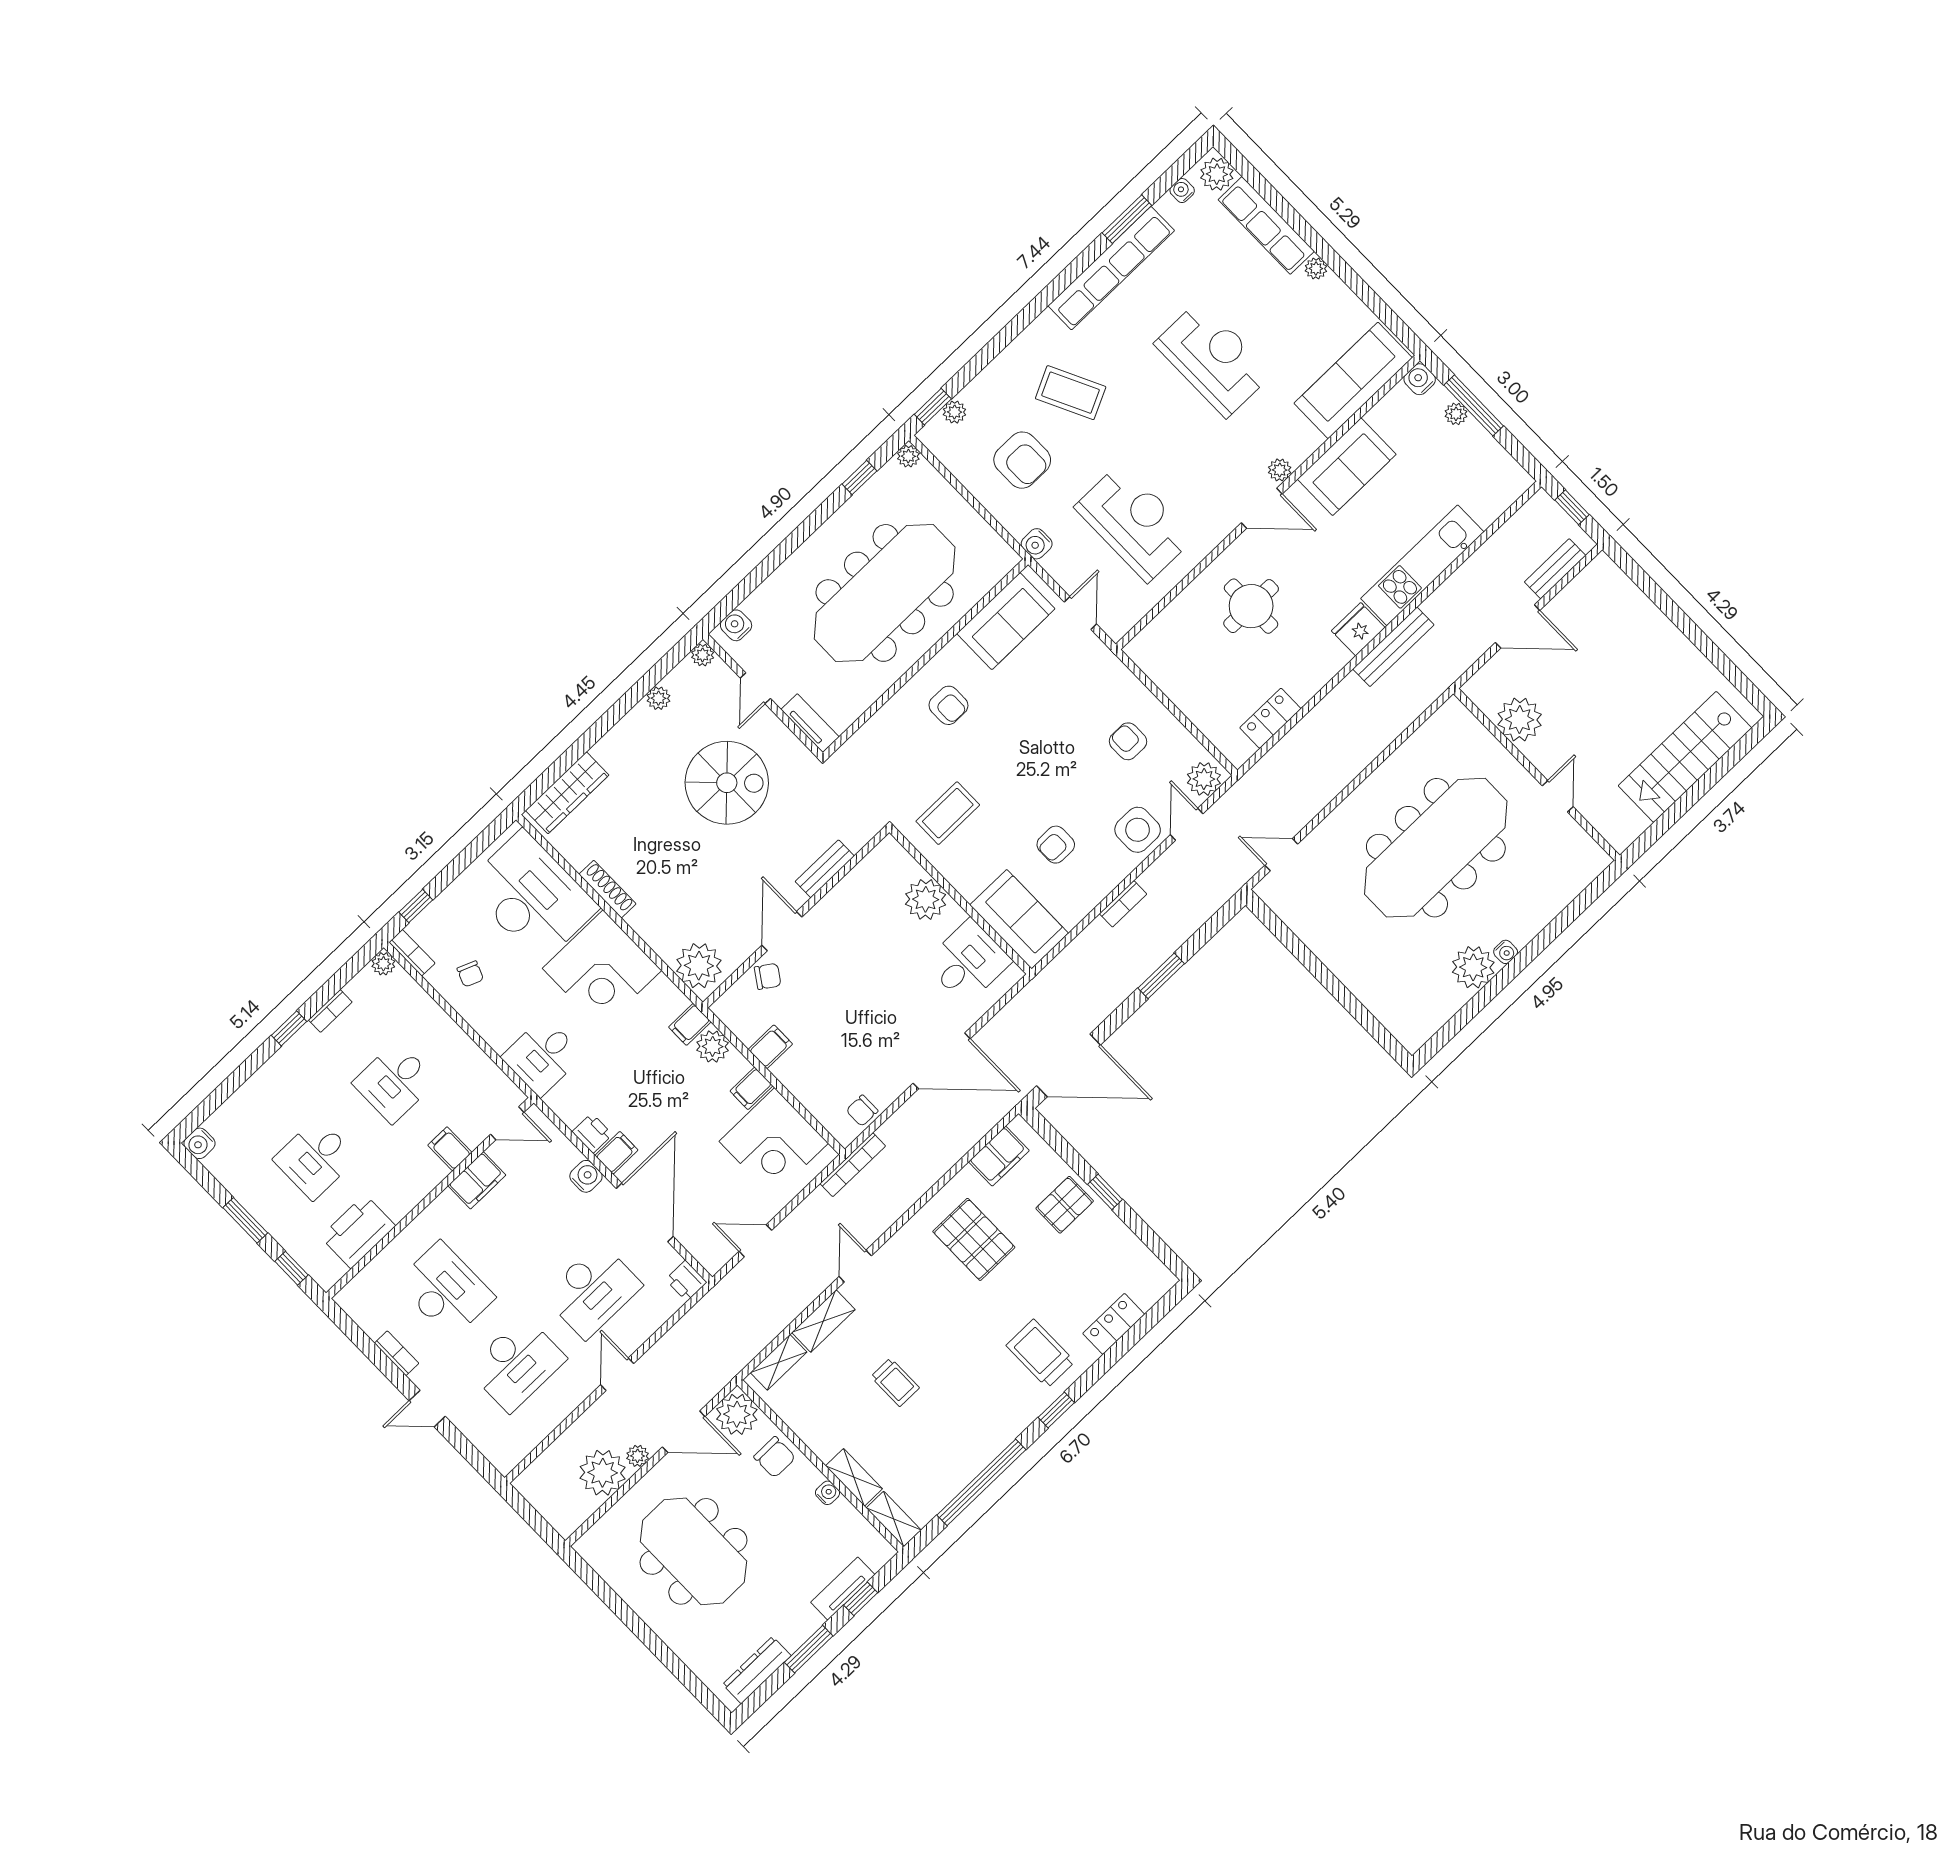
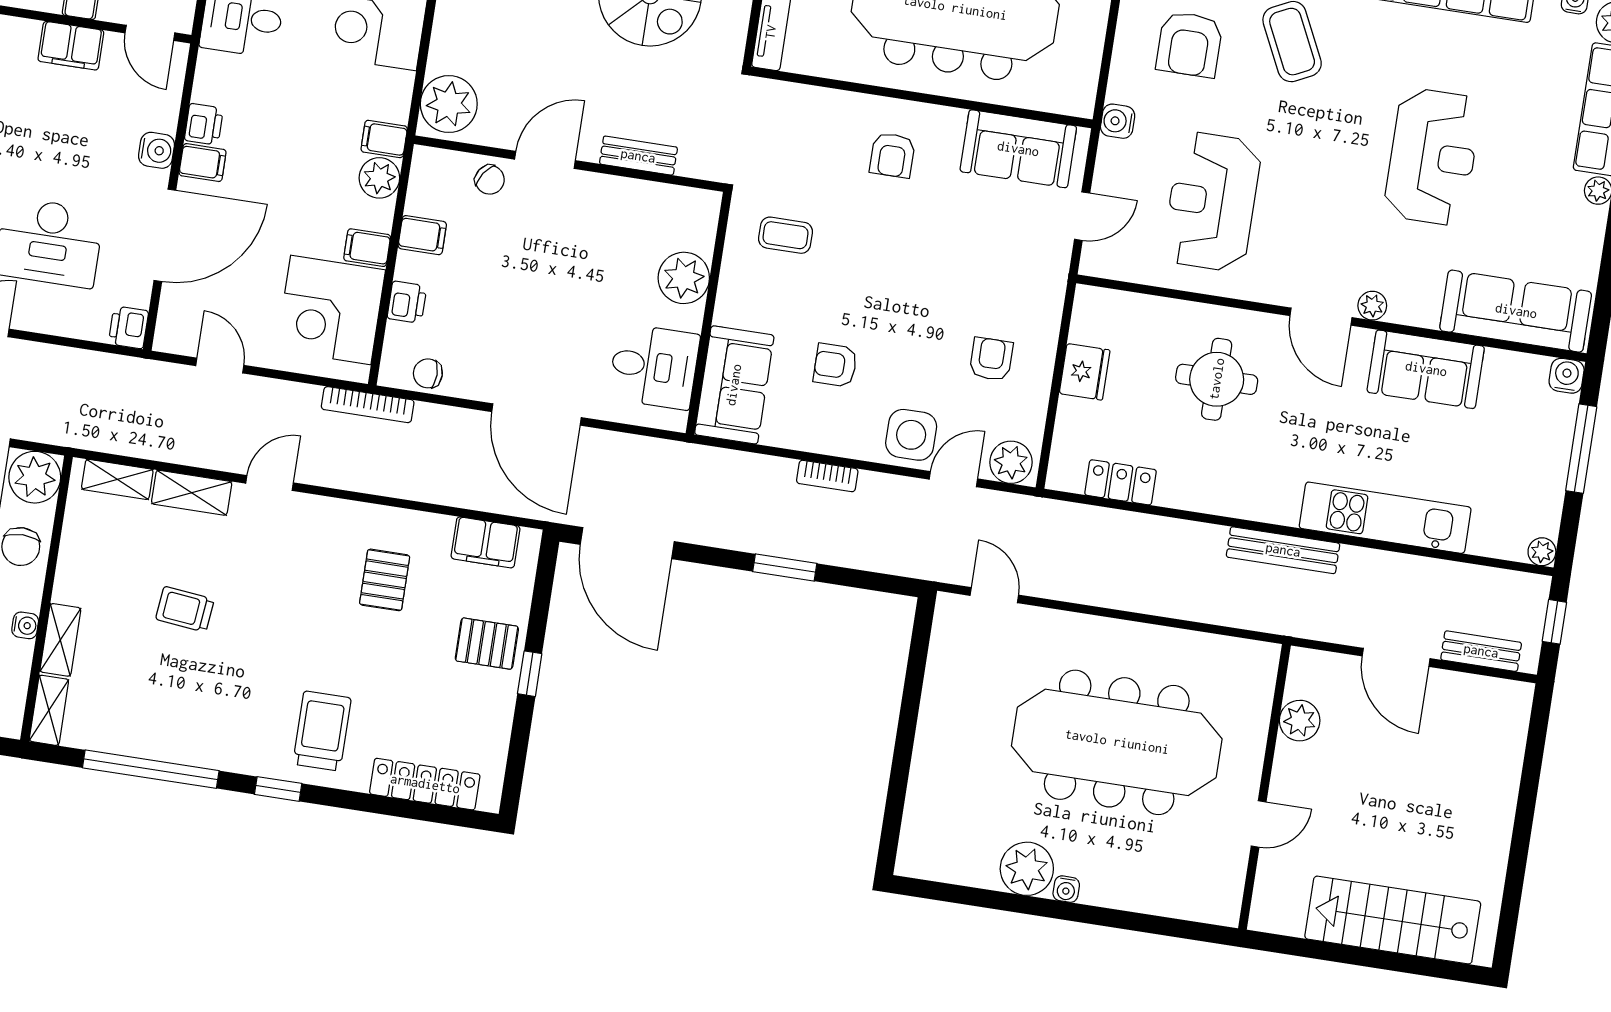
plant: (1456, 414) -> (1542, 552), moved
reception desk: (1134, 522) -> (1212, 202), turned 180
fridge: (1358, 629) -> (1085, 372), moved, turned 90
plant: (1520, 720) -> (1300, 721), width x0.73, depth x0.73
coffee table: (948, 813) -> (785, 235), width x0.73, depth x0.77
printer: (806, 1089) -> (407, 302), added
pallet: (974, 1239) -> (385, 580), width x0.67, depth x0.71
locker: (1114, 1324) -> (425, 784), width x1.53
trolley: (895, 1382) -> (185, 609), turned 96

